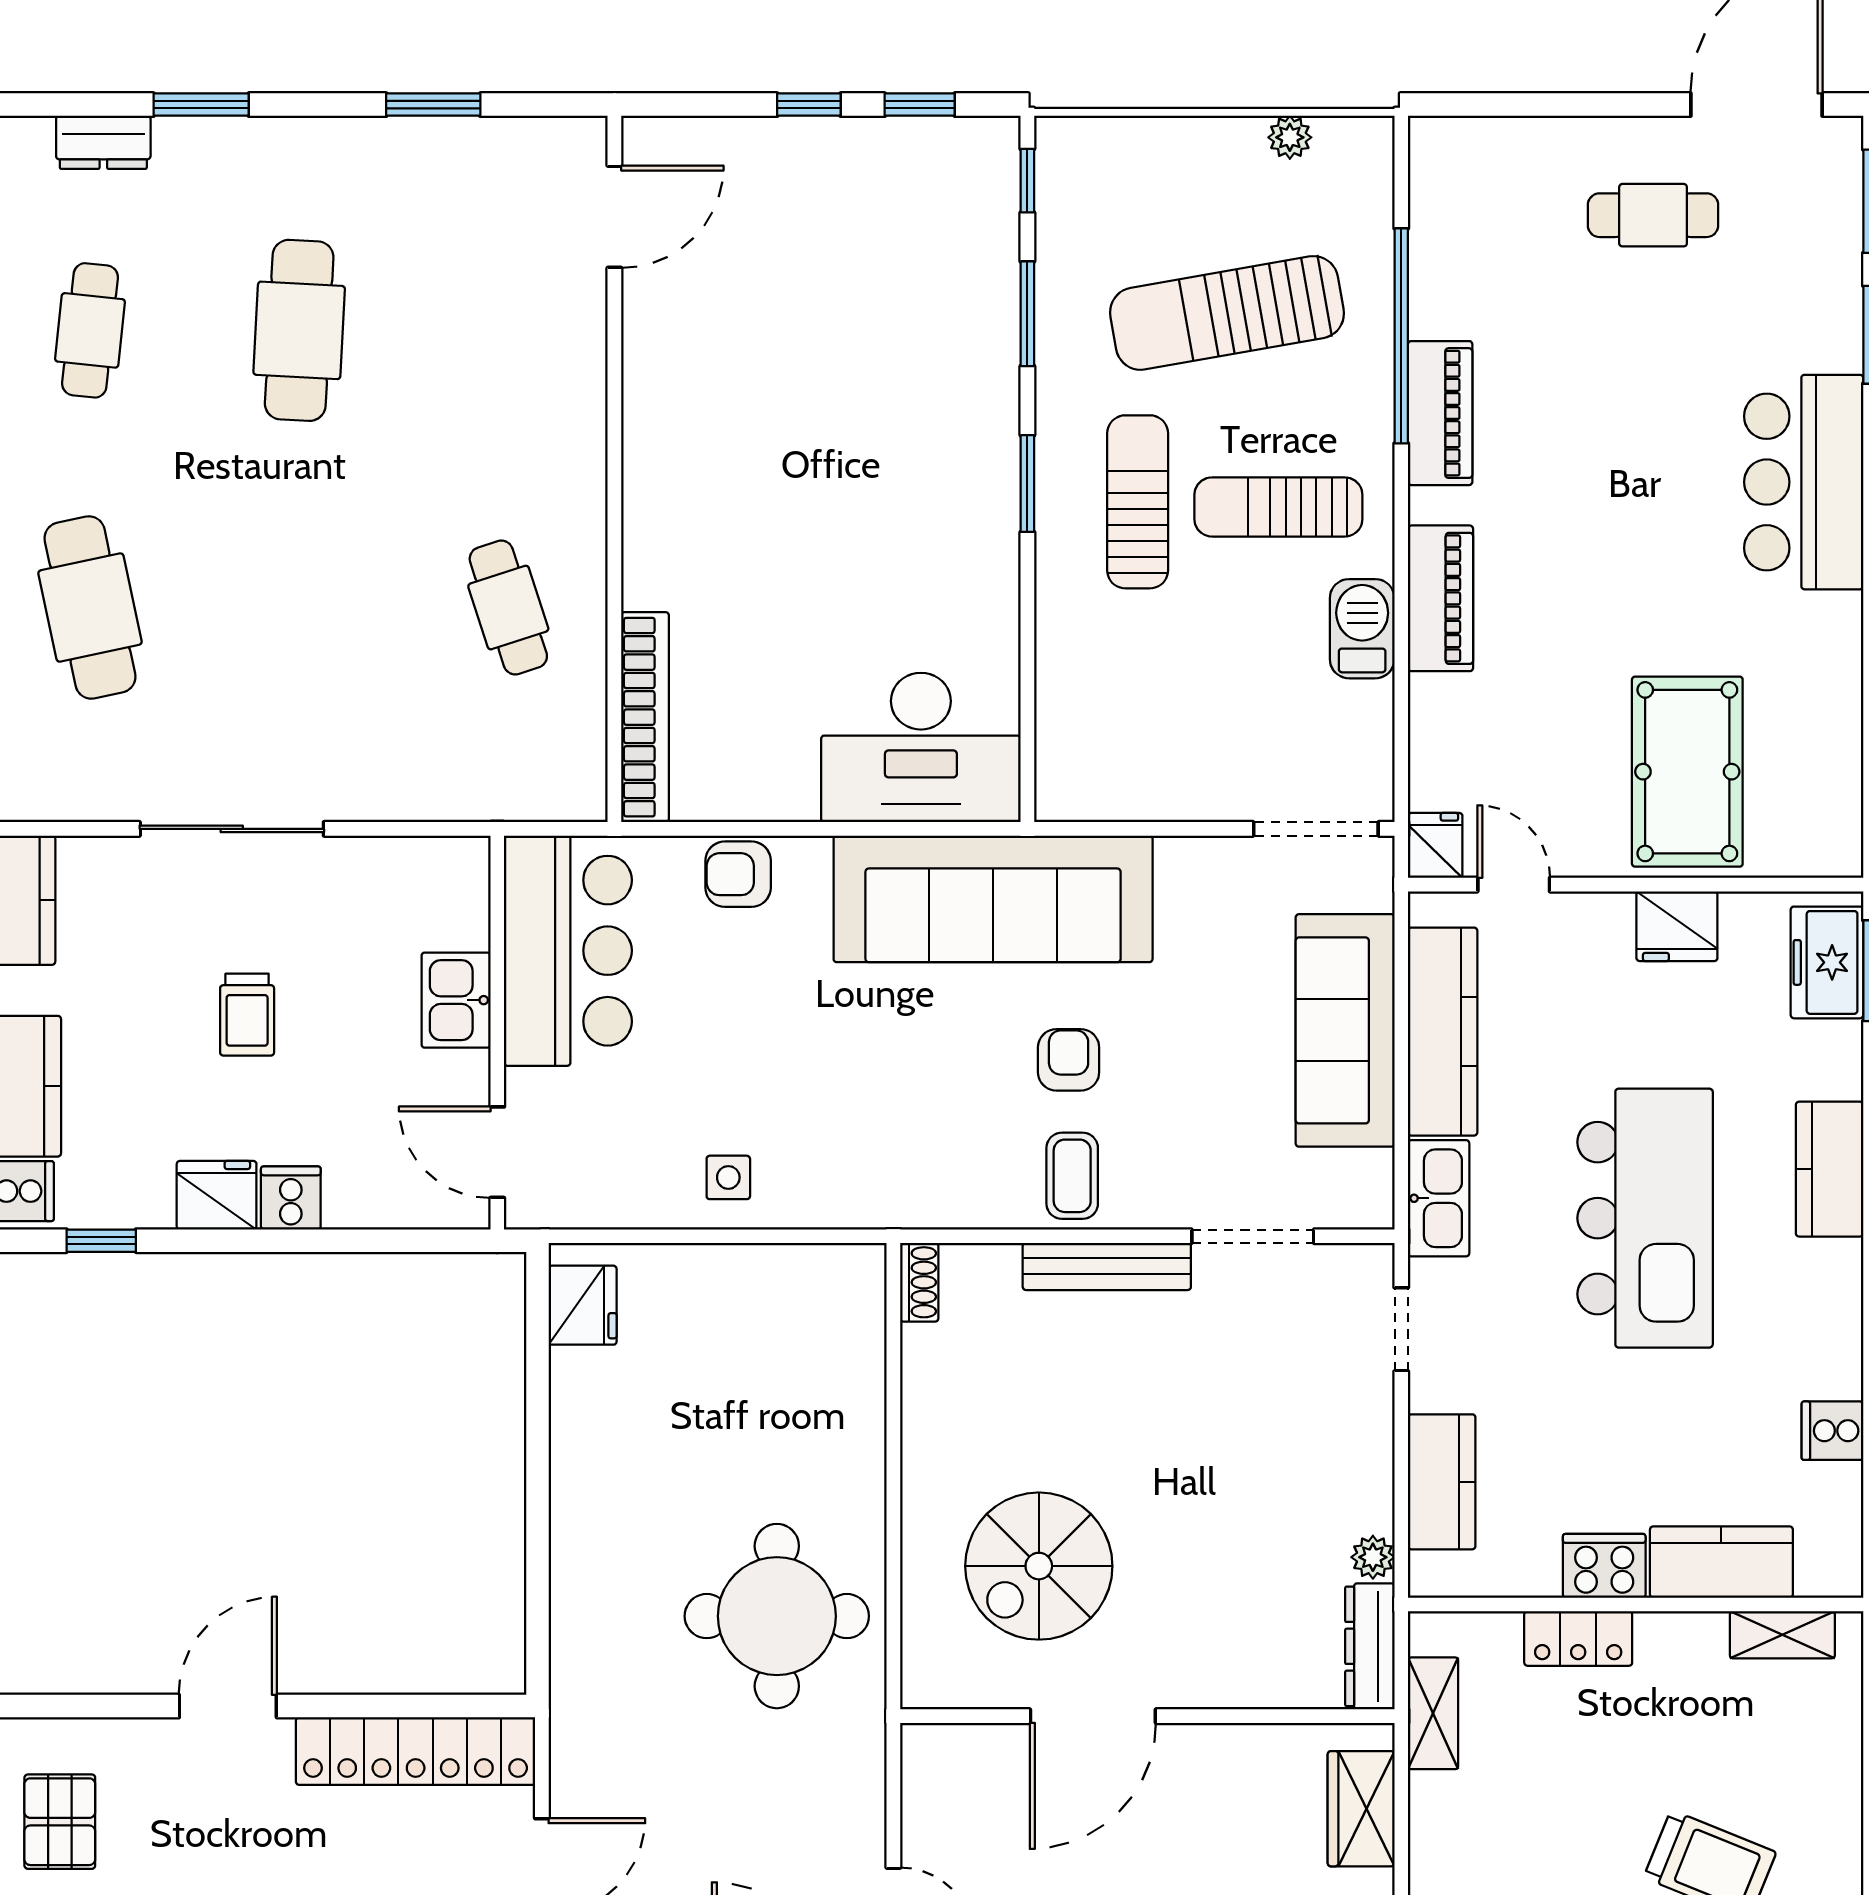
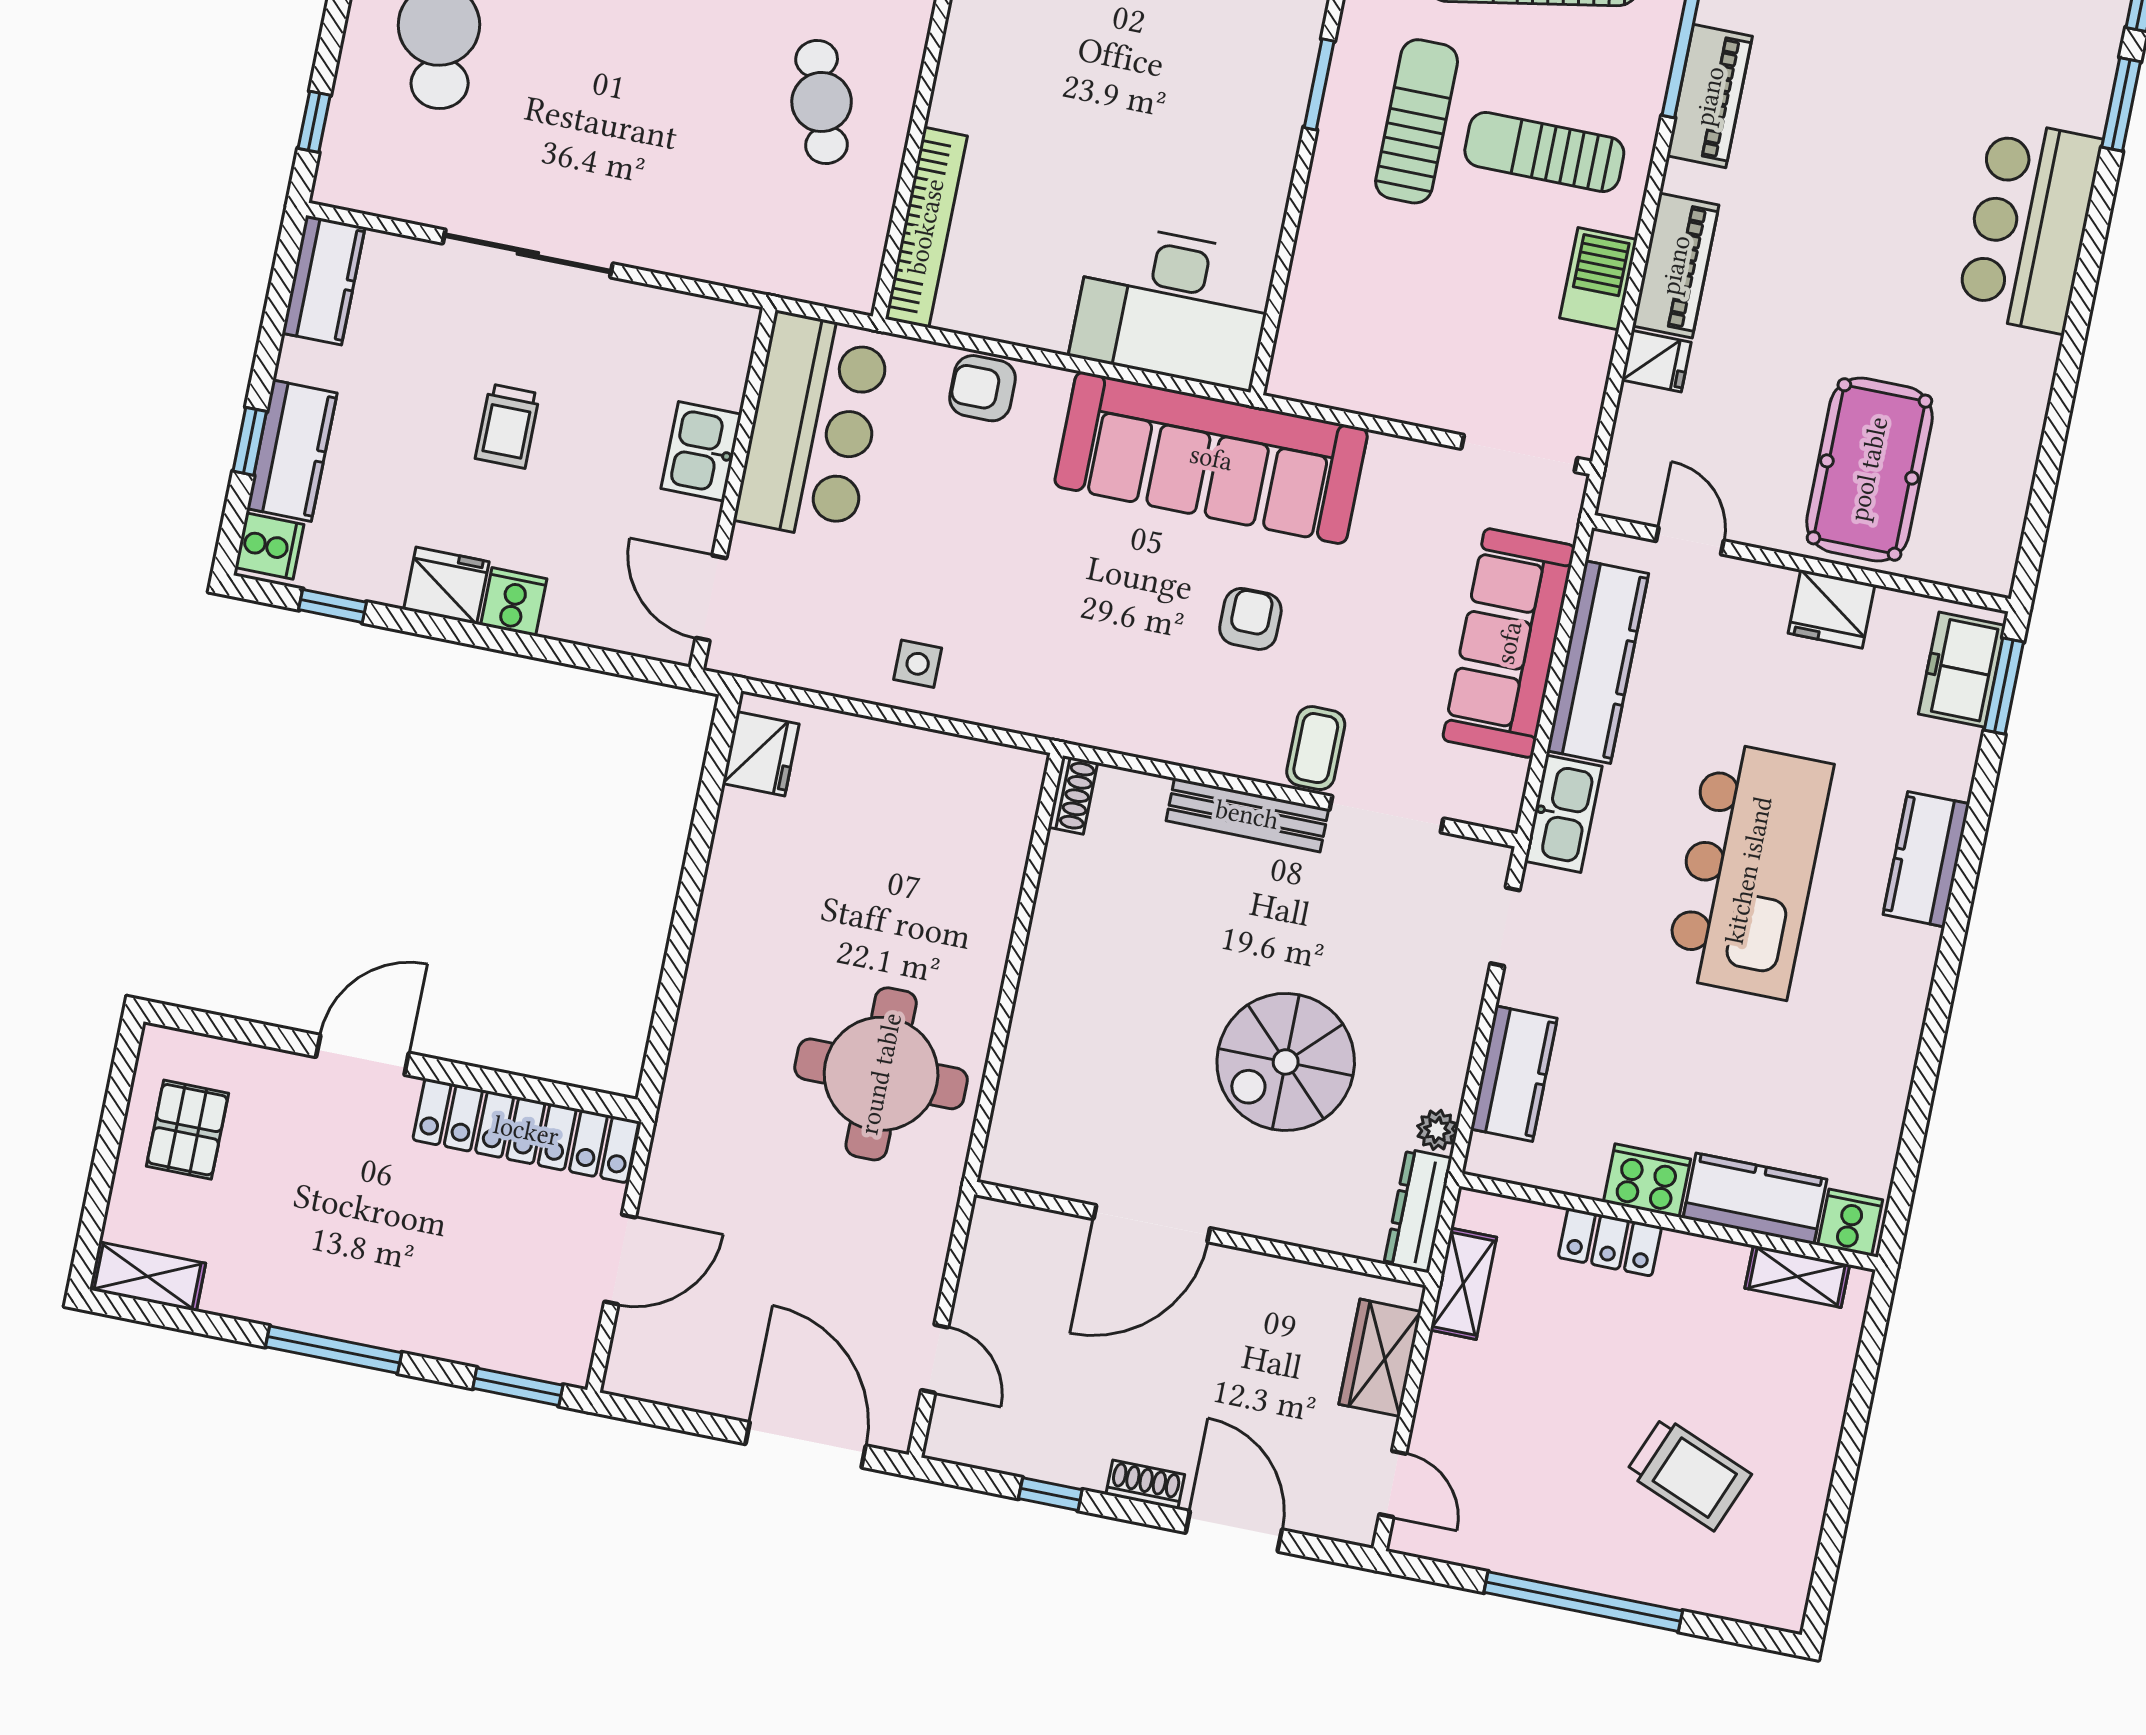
fridge: (1435, 845) -> (1656, 361), moved, turned 90
coffee table: (1072, 1176) -> (1316, 748), moved
cooker: (1832, 1431) -> (1850, 1222), moved, turned 90
spiral stairs: (1039, 1566) -> (1286, 1062), moved

